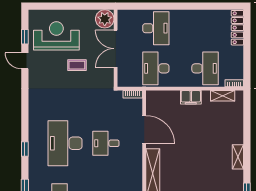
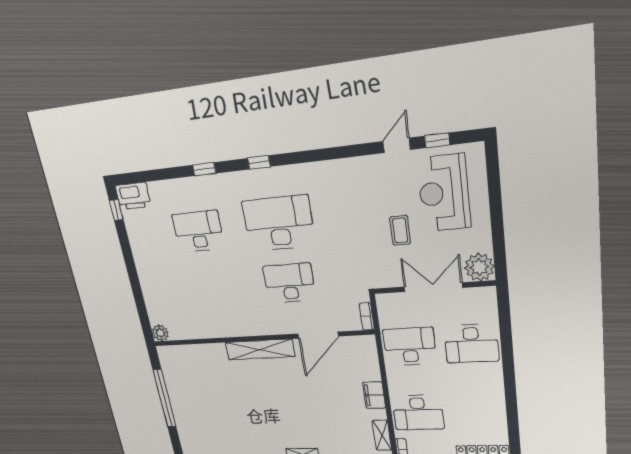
reception desk: (56, 36) -> (444, 193), turned 180
desk: (106, 143) -> (289, 283), width x1.37

